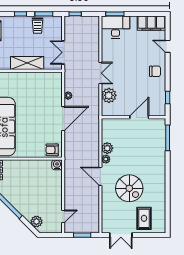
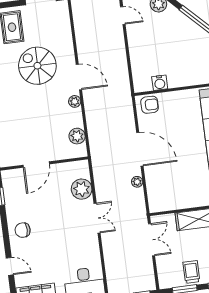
double door: (100, 73) -> (97, 218), swing flipped
door: (63, 119) -> (140, 149), swing flipped
plant: (107, 148) -> (77, 136), moved
water cooler: (57, 165) -> (160, 83), moved
door: (63, 217) -> (123, 16), swing flipped

